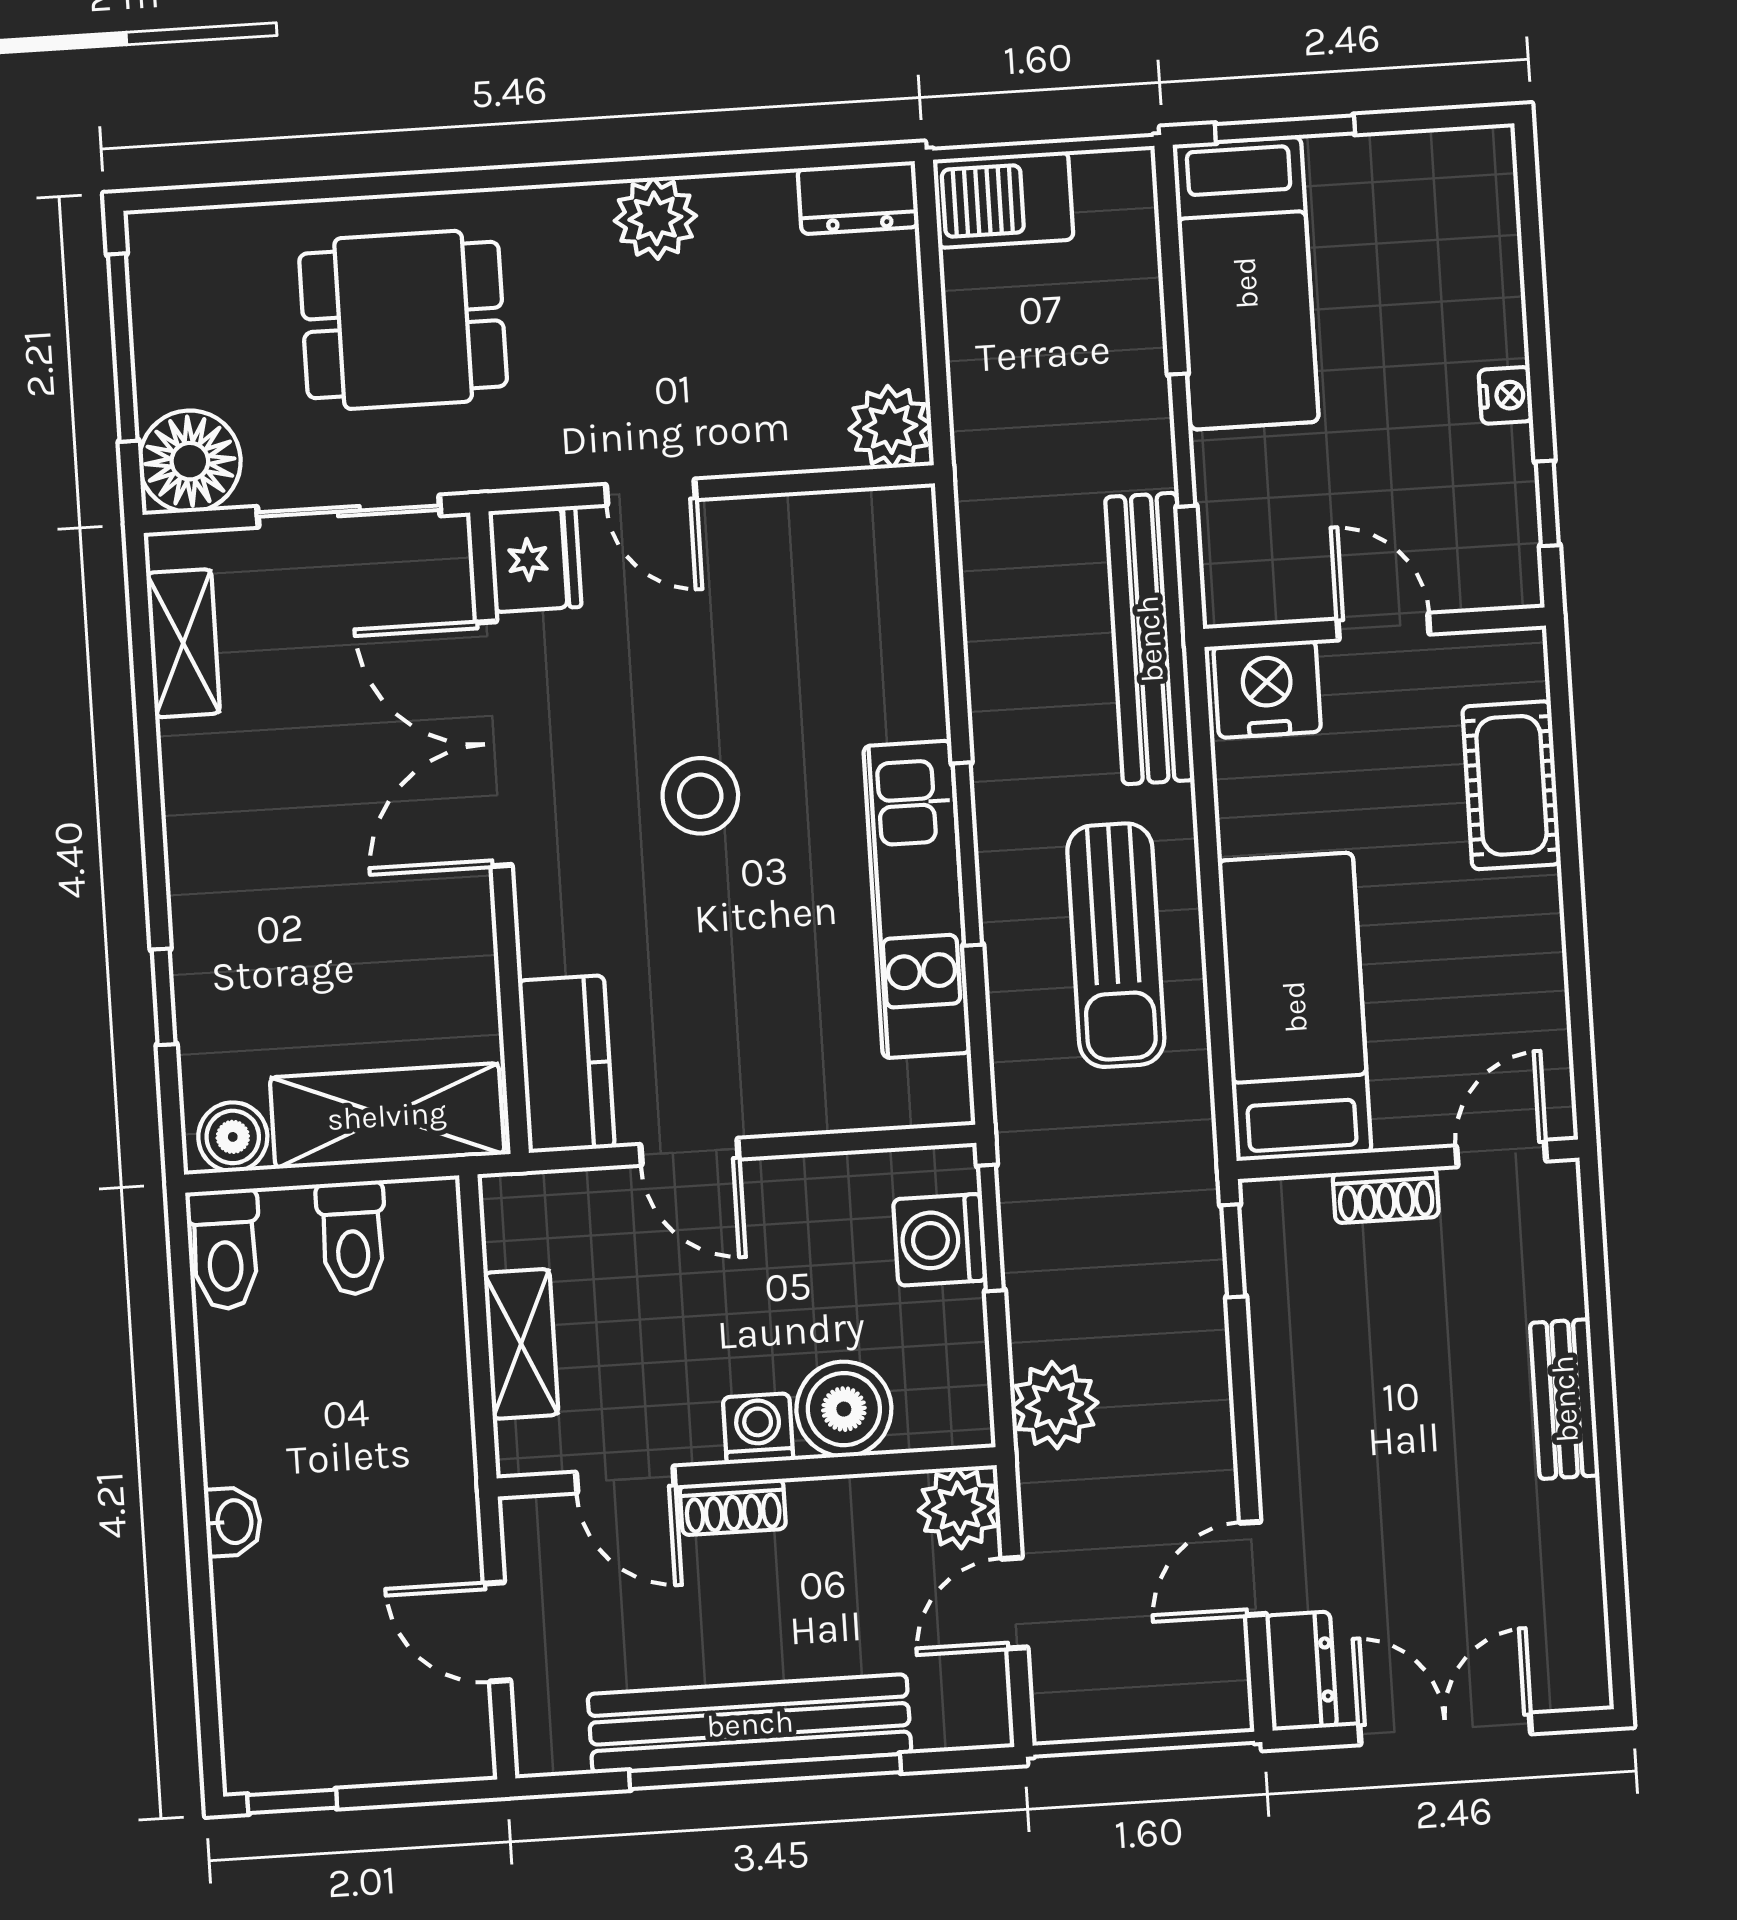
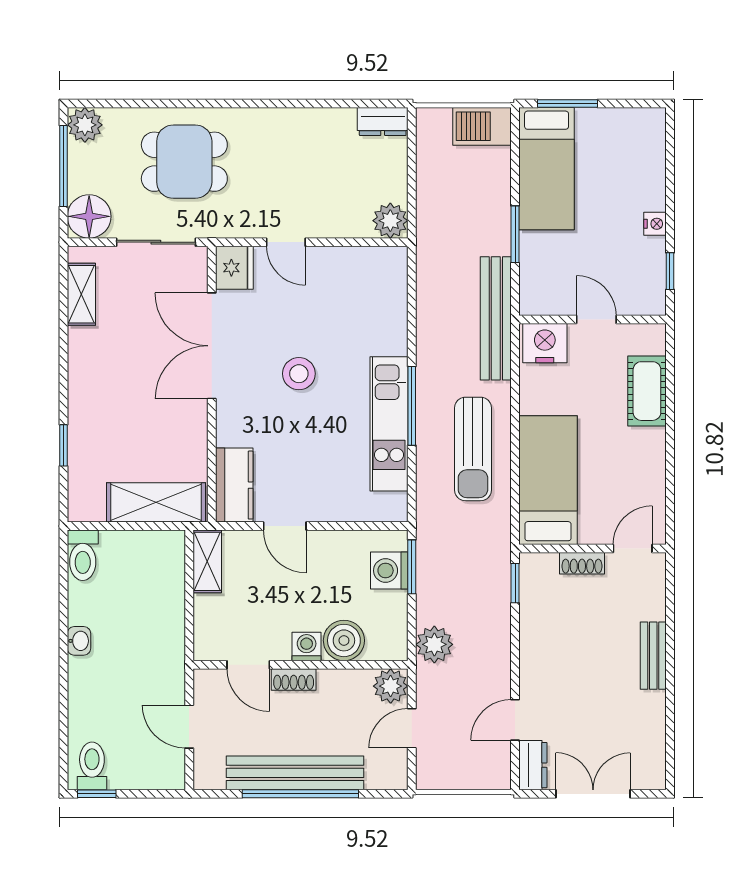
barbecue: (1003, 200) -> (482, 126), moved
plant: (655, 218) -> (85, 125), moved
boiler: (233, 1137) -> (89, 507), removed
toilet: (352, 1238) -> (92, 766), moved, turned 180
shelving: (521, 1344) -> (207, 561), moved
washbasin: (233, 1522) -> (79, 641), moved

